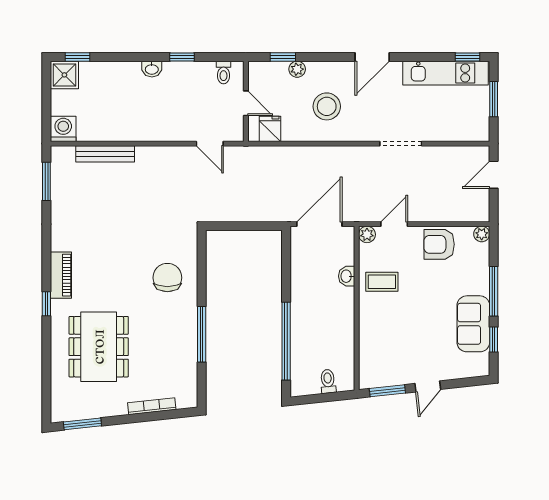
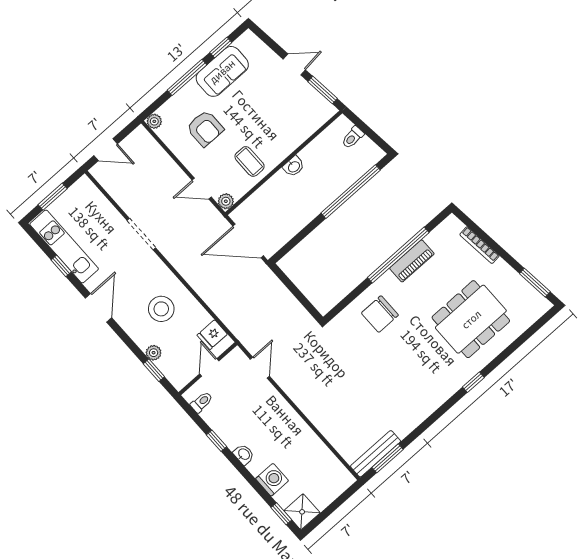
door: (372, 57) -> (98, 308), hinge flipped
window: (468, 57) -> (61, 266), moved
washing machine: (63, 129) -> (272, 480), moved, turned 180
bench: (105, 154) -> (376, 454), moved, turned 90
armchair: (439, 244) -> (205, 128), moved
piano: (61, 275) -> (412, 261), moved, turned 180
washbasin: (347, 276) -> (294, 167), moved
window: (202, 334) -> (398, 255), width x1.46

